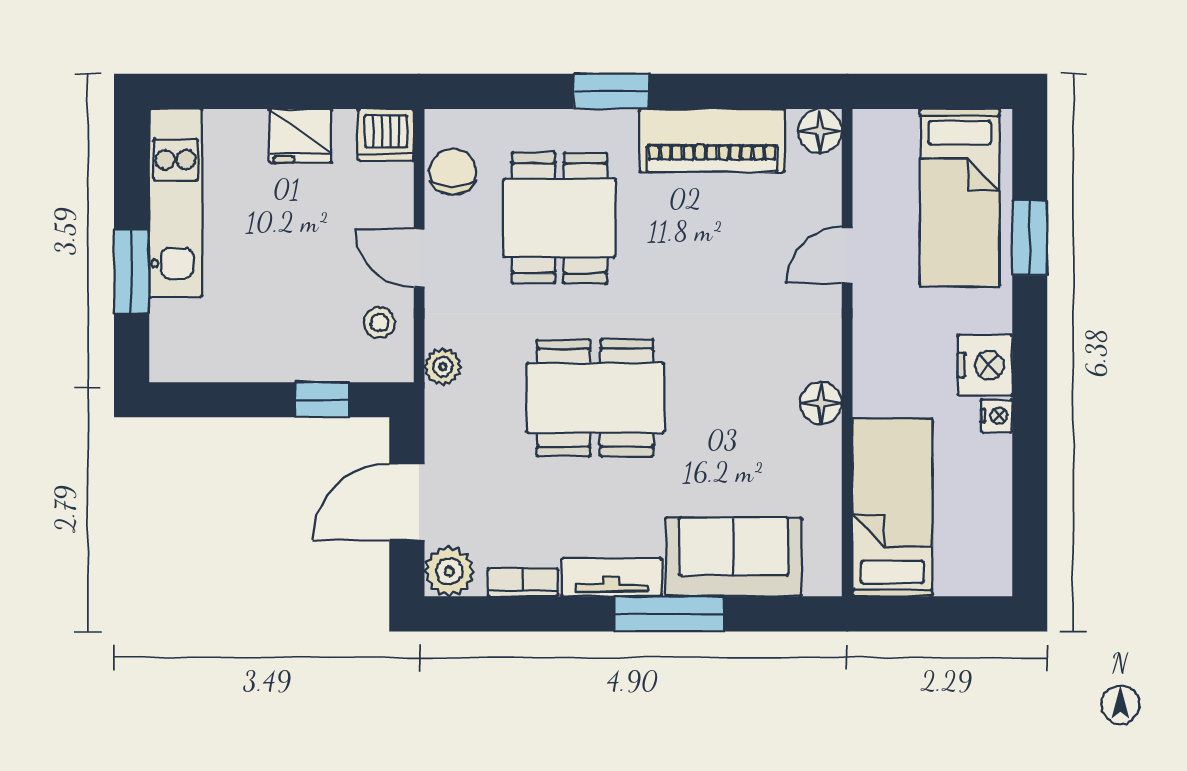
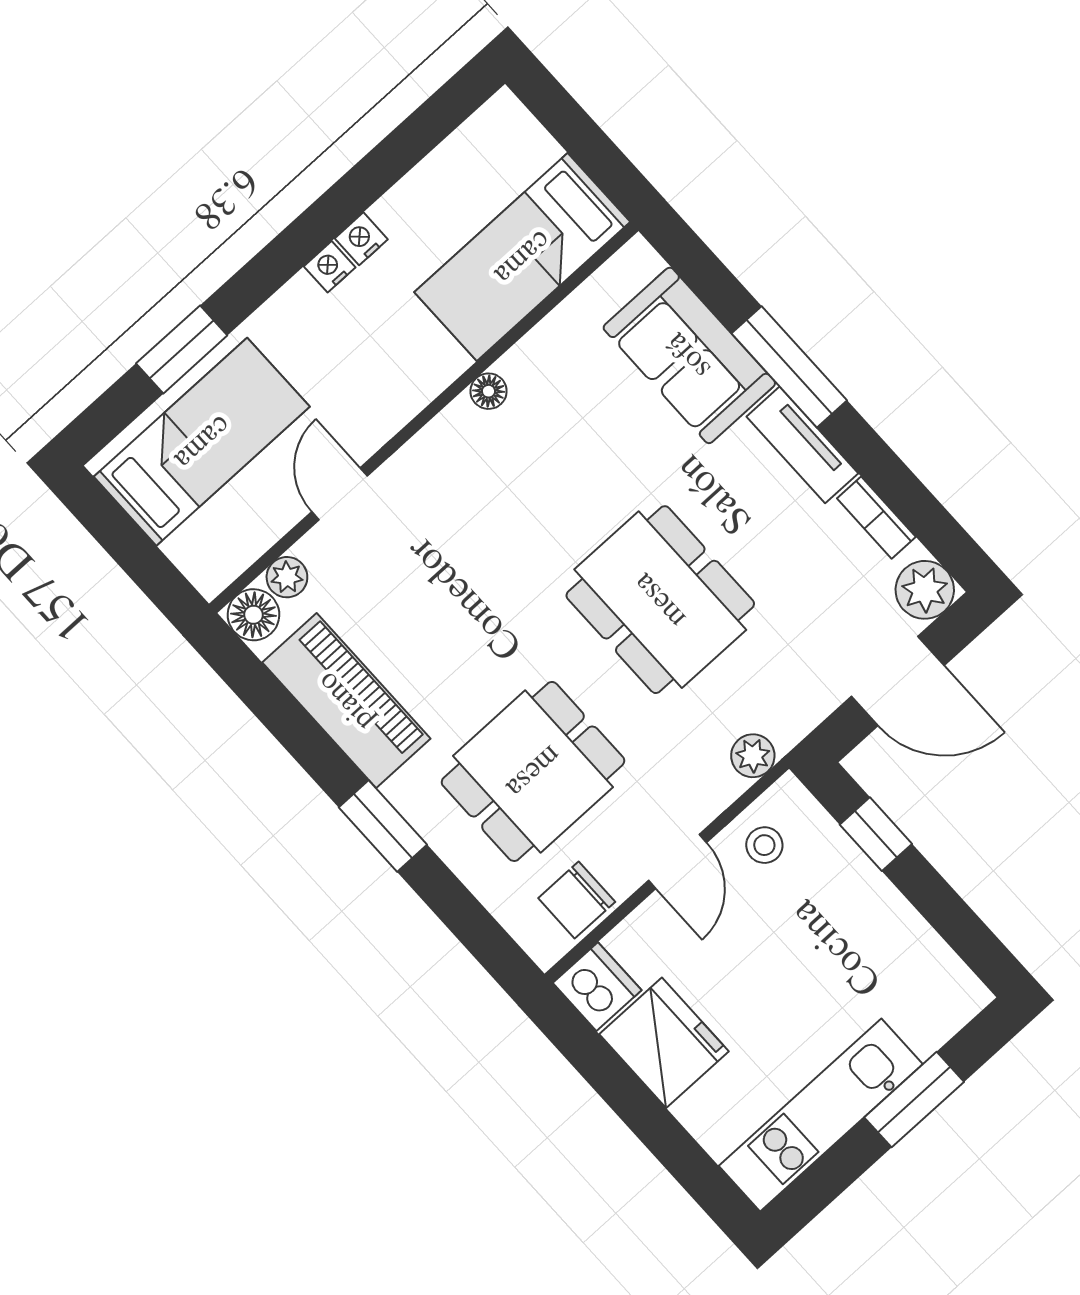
fridge: (300, 136) -> (664, 1043), width x1.36, depth x1.34
plant: (825, 174) -> (287, 577), added
door: (847, 255) -> (340, 494), swing flipped
nightstand: (985, 365) -> (330, 267), width x0.53, depth x0.56
floor lamp: (821, 403) -> (489, 391), width x0.73, depth x0.73

